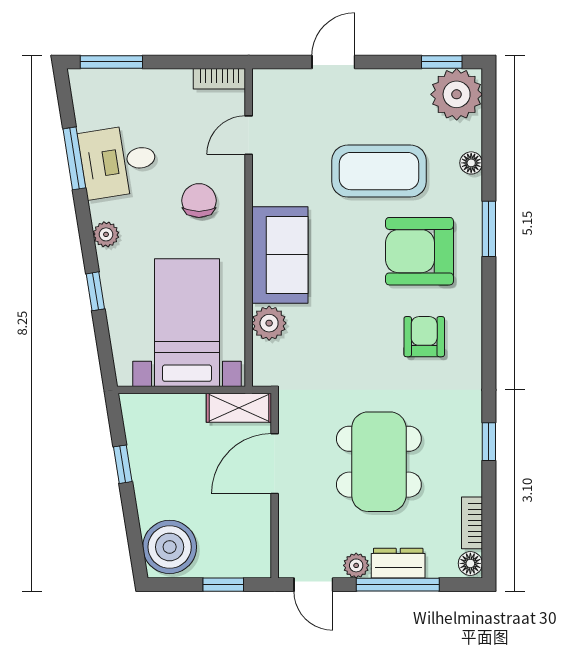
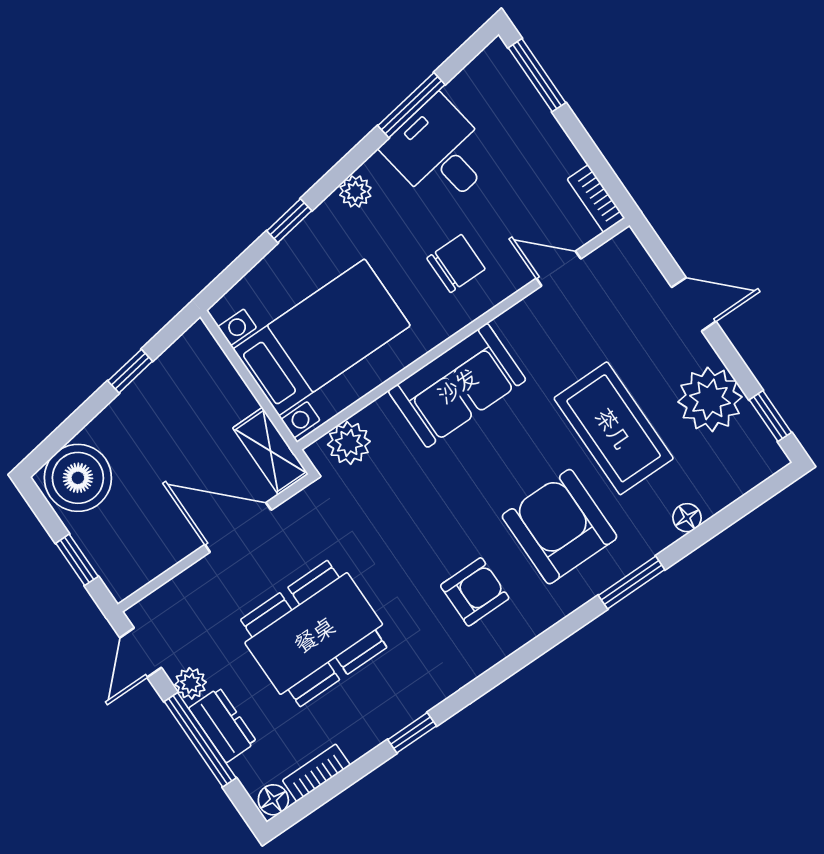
plant: (457, 94) -> (710, 399), moved
plant: (269, 323) -> (349, 443), moved

